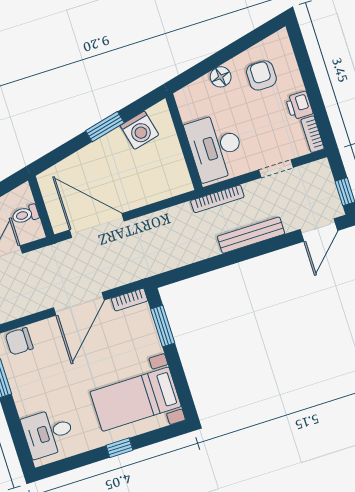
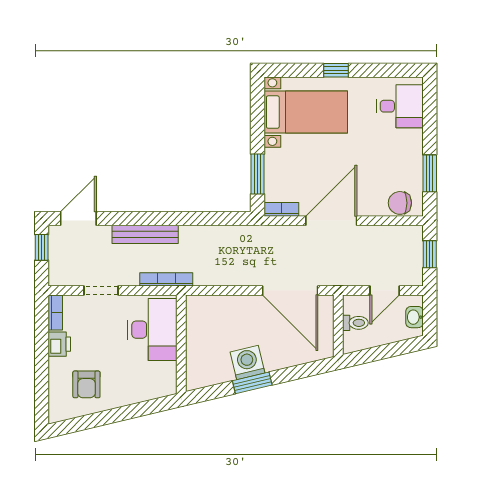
floor lamp: (221, 77) -> (126, 395), removed
washing machine: (139, 130) -> (248, 362), moved
chair: (19, 341) -> (400, 203), turned 180

